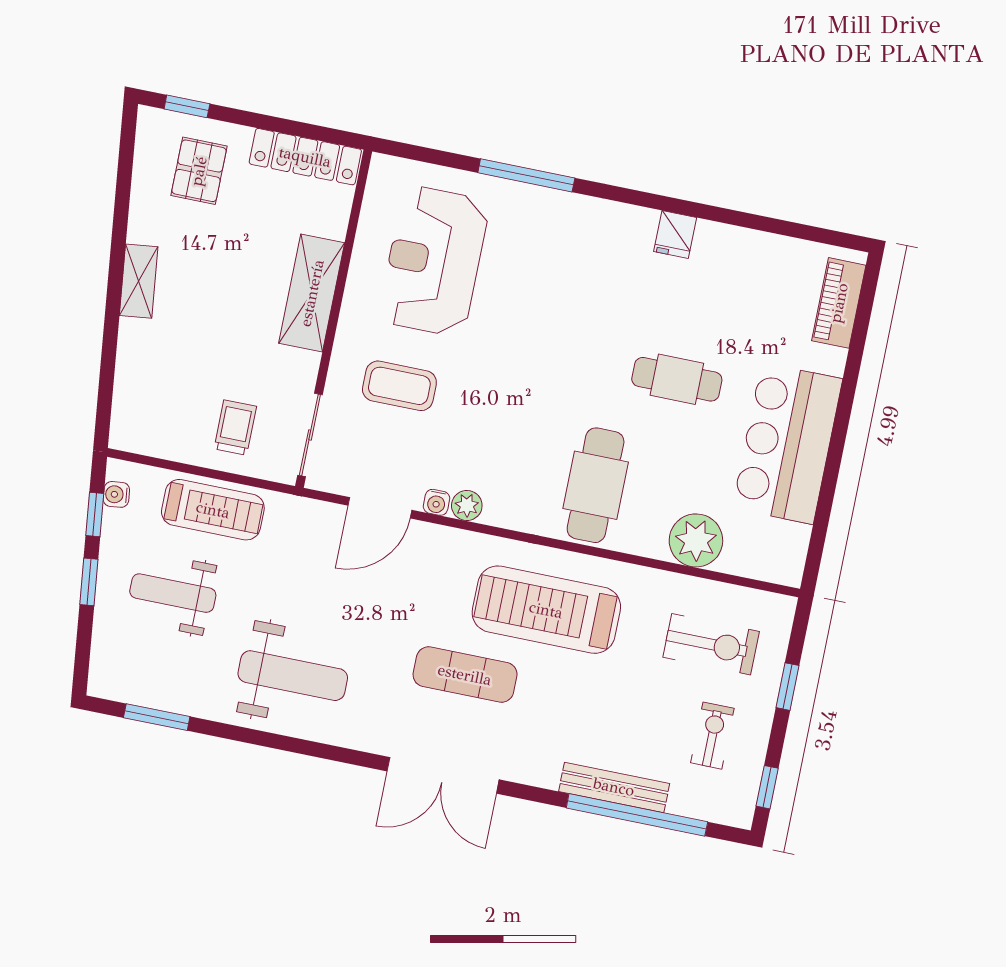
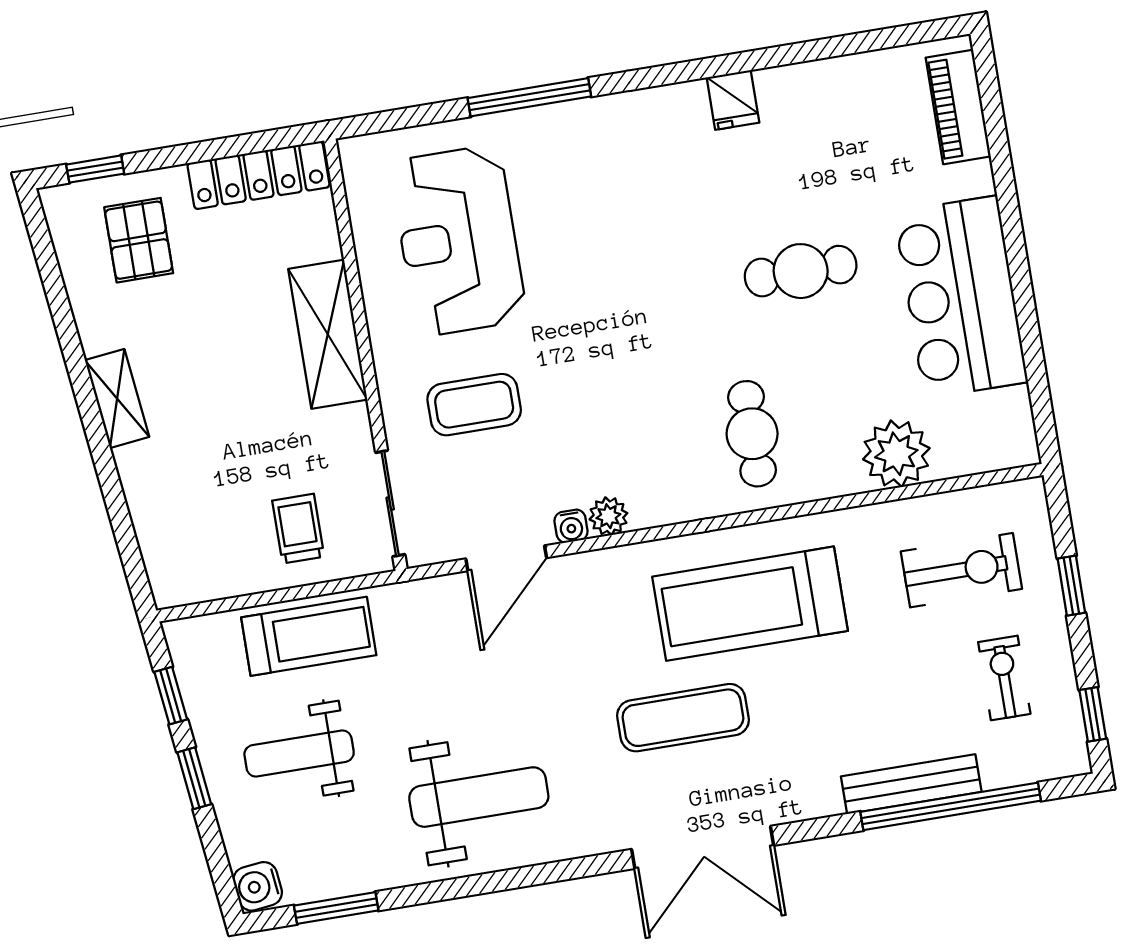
cafe table: (596, 485) -> (752, 434), width x0.73, depth x0.74
water cooler: (116, 494) -> (258, 886), moved, width x1.38, depth x1.38

